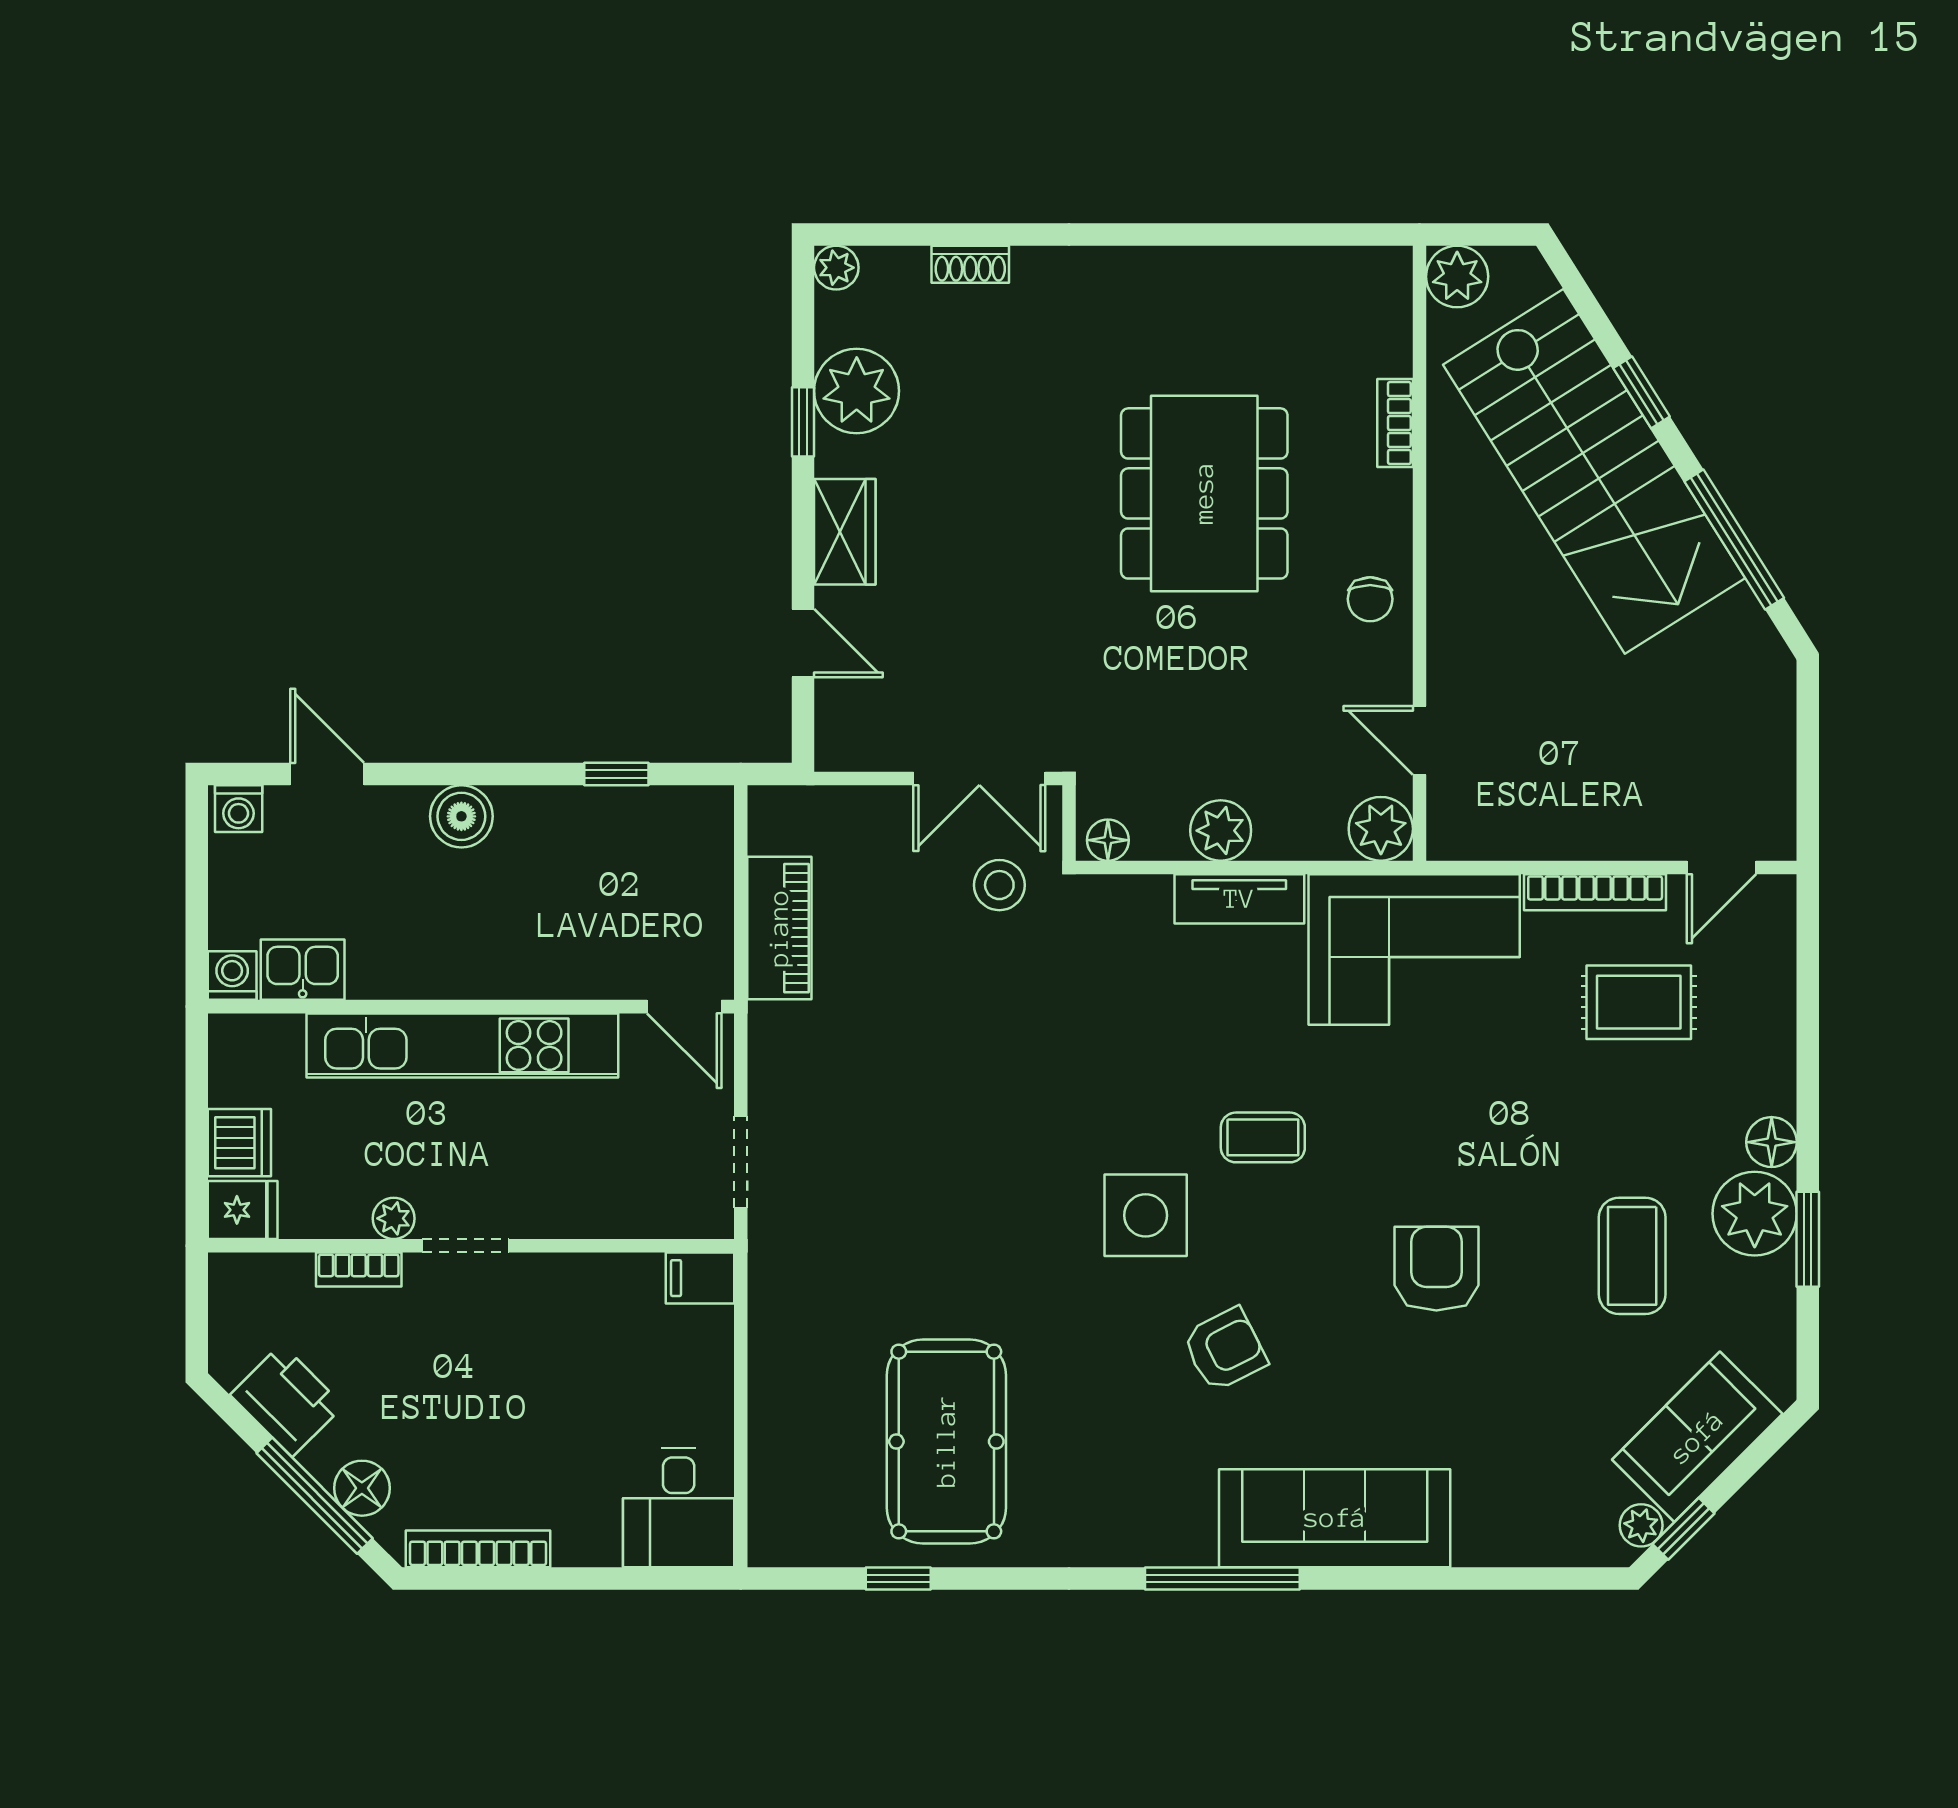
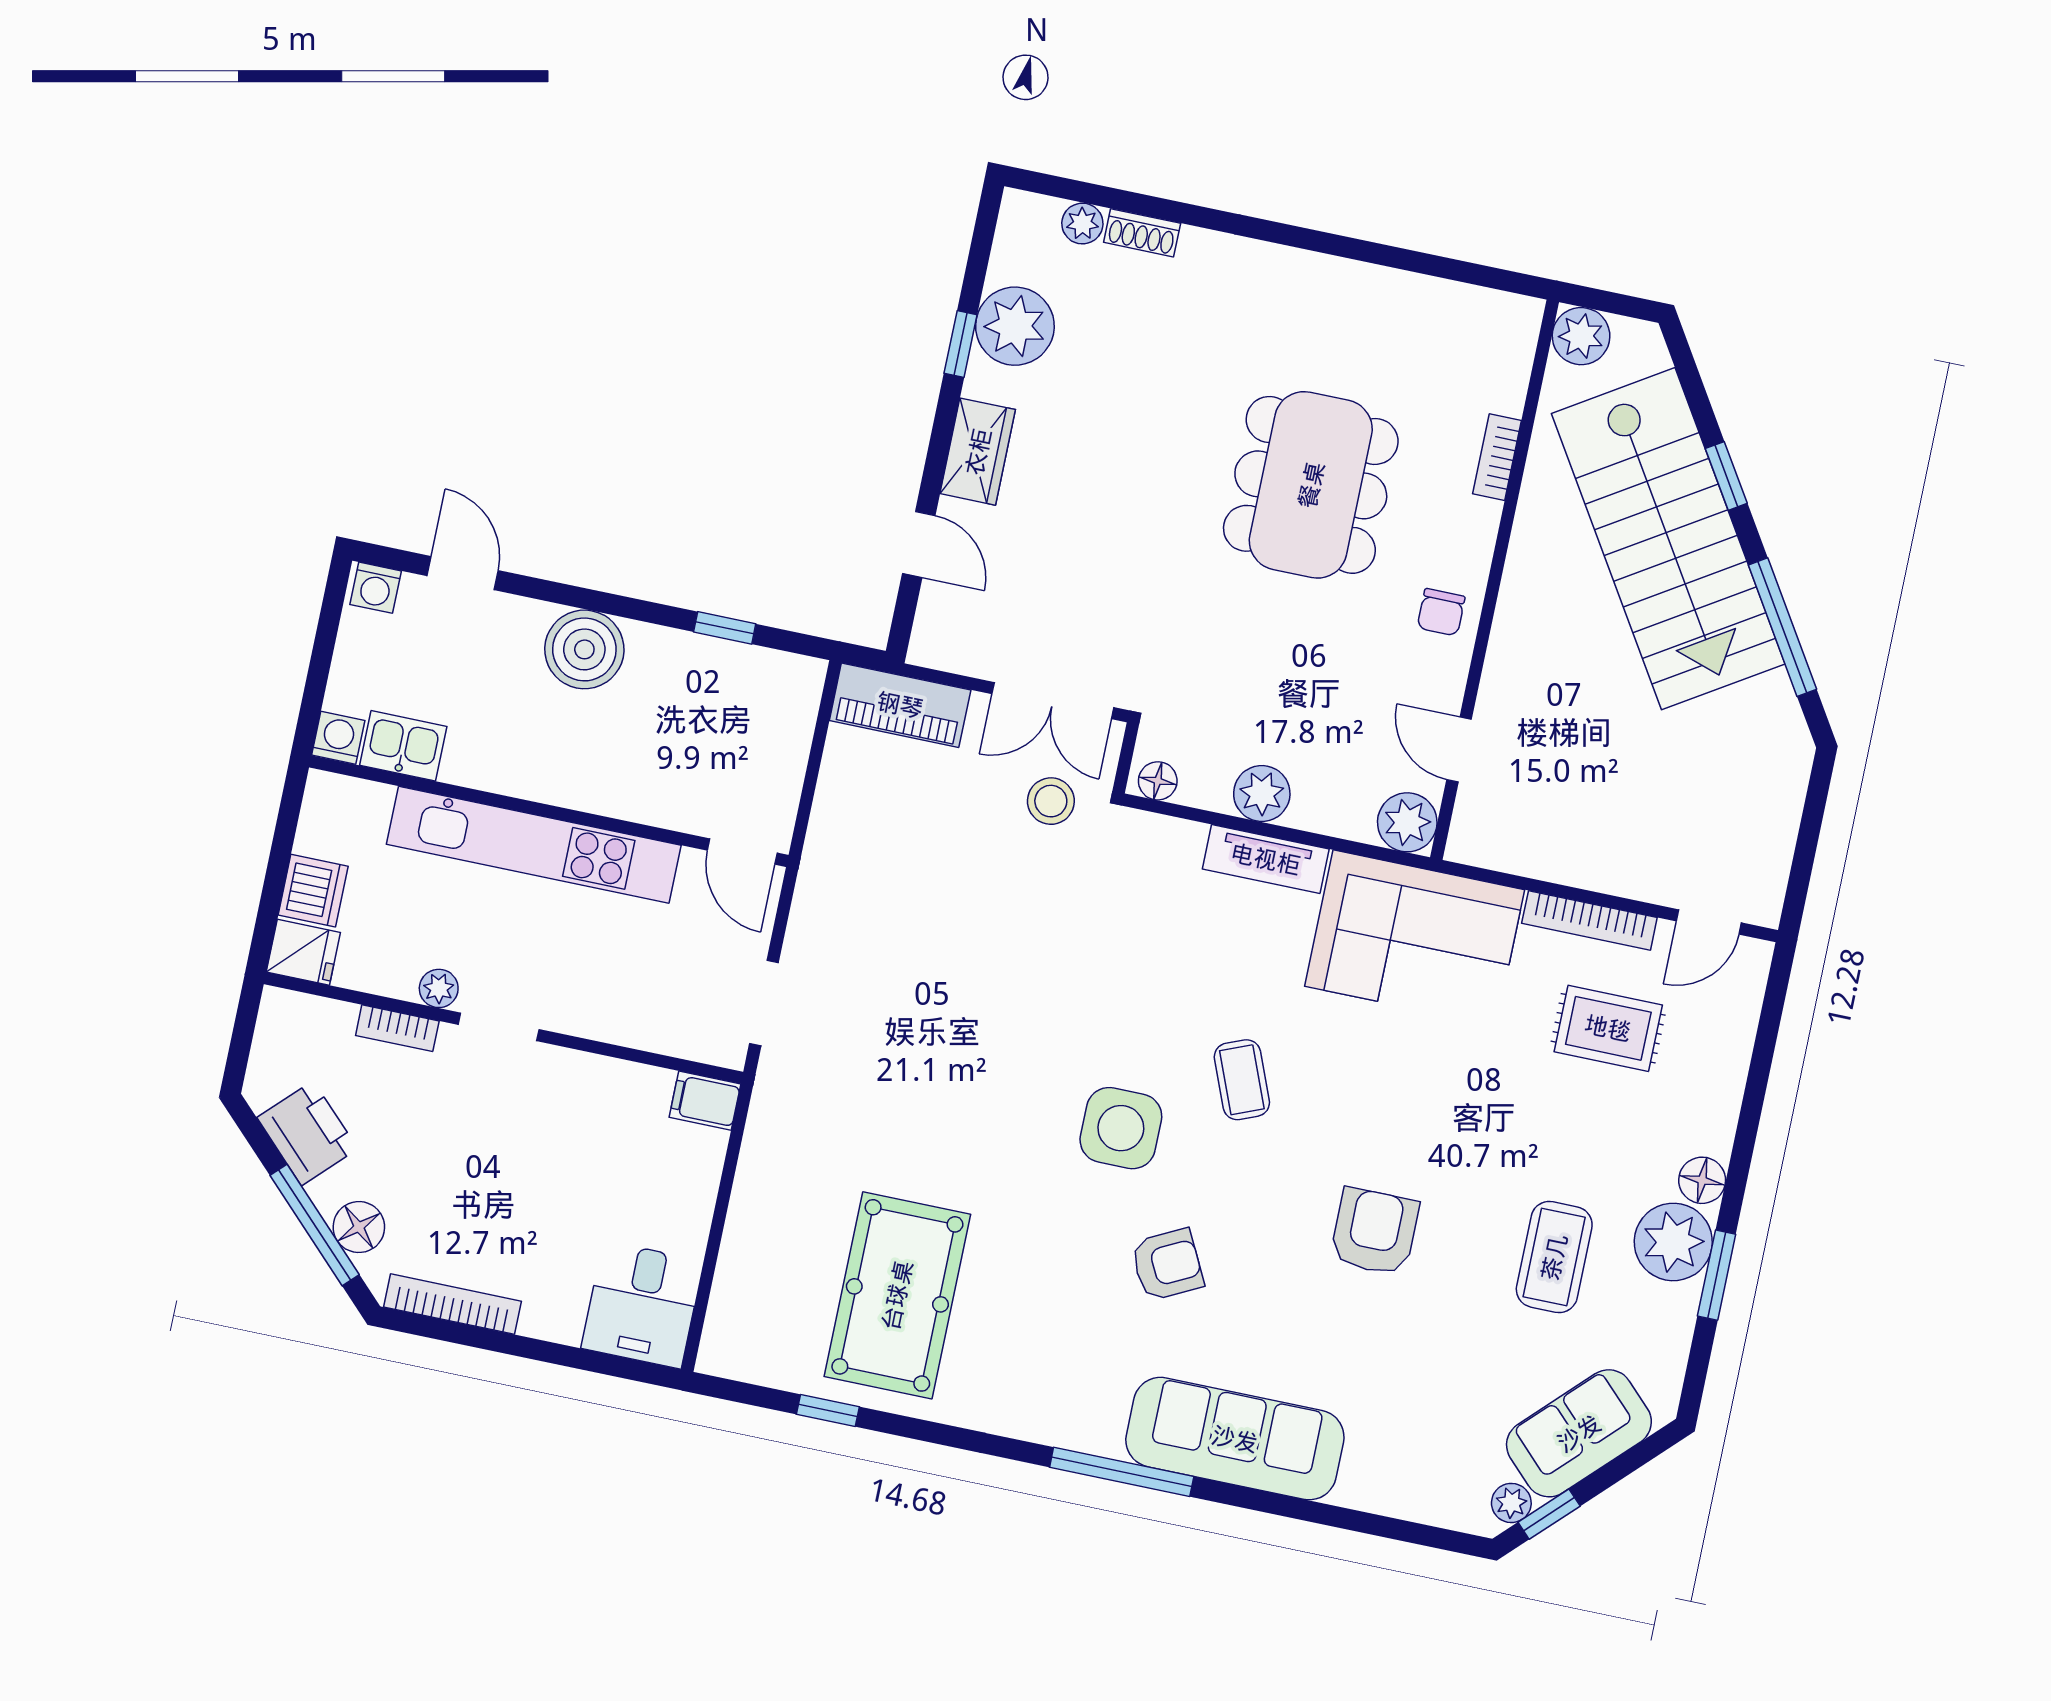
plant: (836, 268) -> (1082, 224), moved
boiler: (461, 816) -> (584, 649), width x1.37, depth x1.37
piano: (779, 928) -> (900, 705), moved, turned 90
coffee table: (1263, 1137) -> (1242, 1080), turned 68

